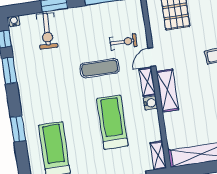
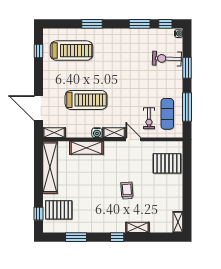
exercise mat: (100, 68) -> (167, 114), moved
shelving: (167, 90) -> (86, 148), moved

